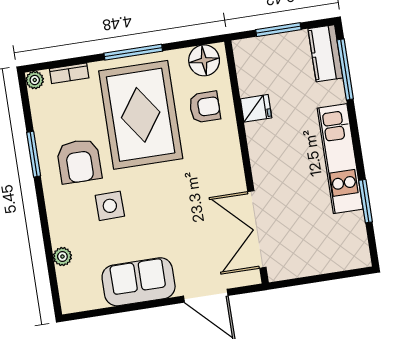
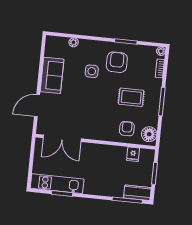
armchair: (205, 107) -> (127, 129), turned 180
fridge: (256, 108) -> (133, 154), moved
rug: (141, 115) -> (131, 97), width x0.54, depth x0.49
kitchen unit: (340, 159) -> (57, 184), moved
armchair: (79, 161) -> (117, 62), turned 90
double door: (257, 229) -> (62, 138), swing flipped

